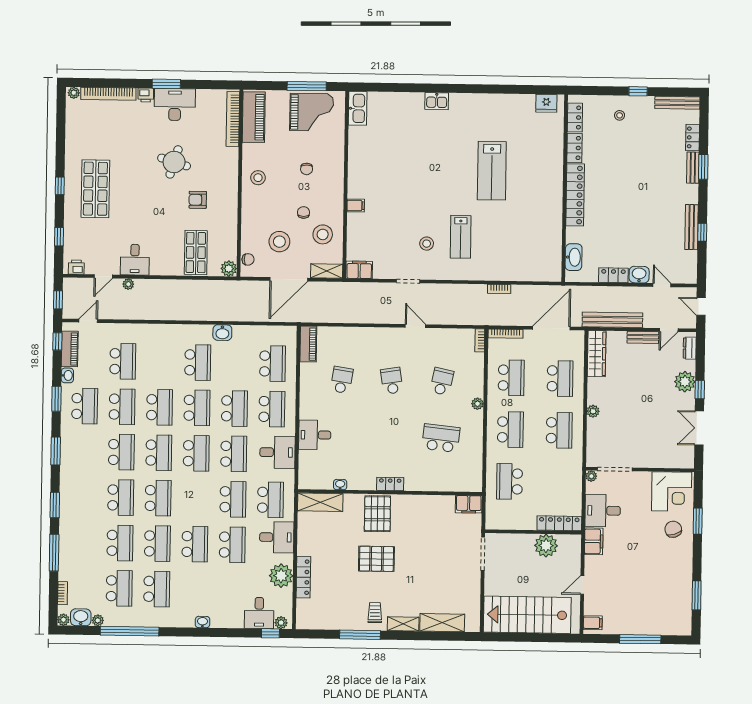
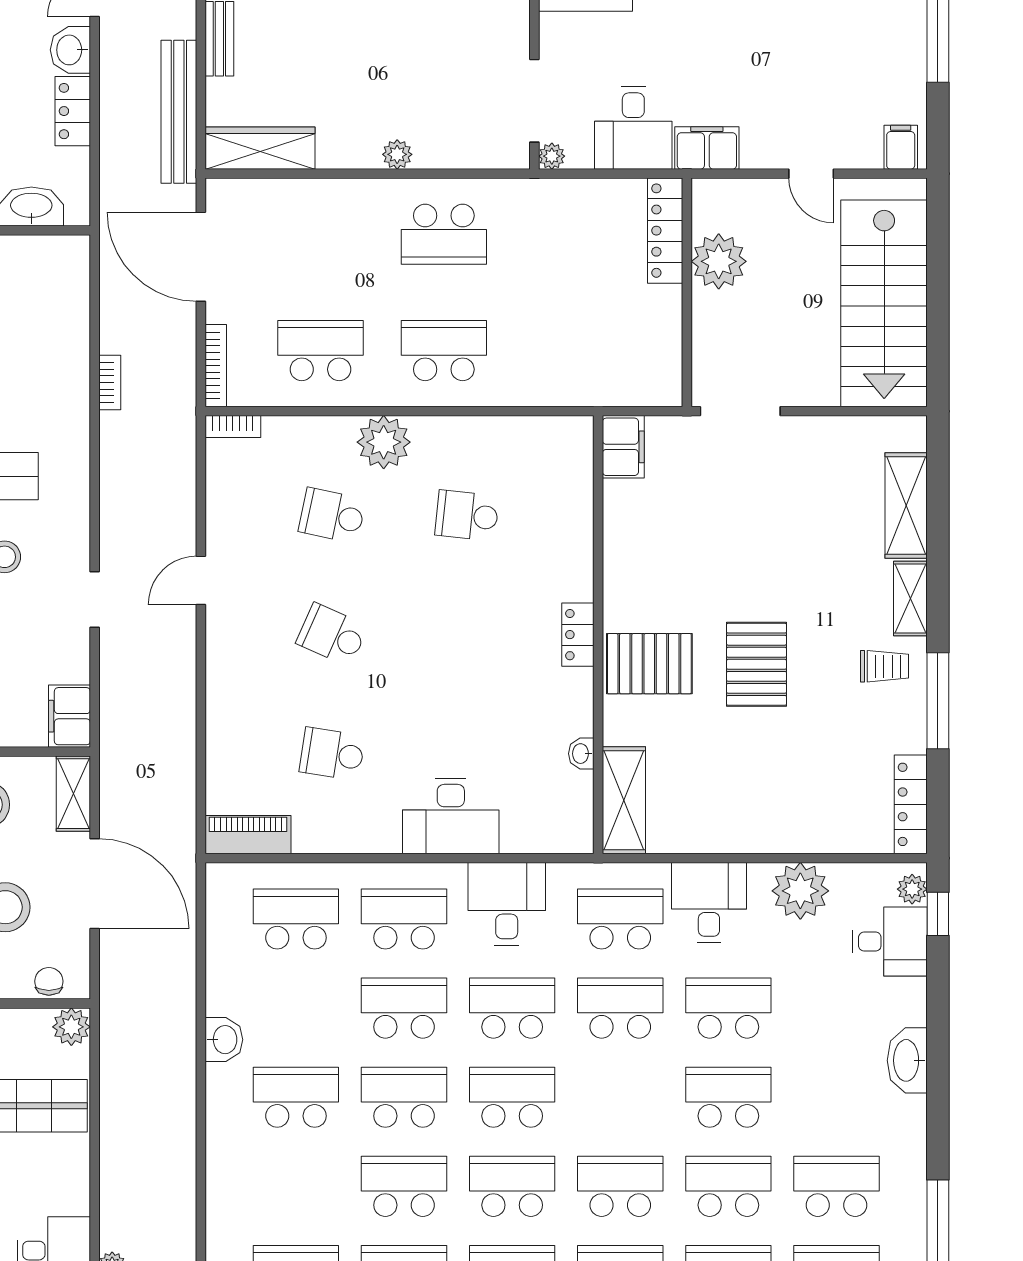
school desk: (560, 378) -> (320, 234), removed
school desk: (392, 381) -> (332, 635), turned 33
plant: (477, 404) -> (384, 442), width x1.87, depth x1.87
school desk: (559, 430) -> (444, 234), turned 180
desk: (315, 435) -> (451, 816), width x1.37
school desk: (441, 438) -> (467, 515), width x0.54
school desk: (509, 481) -> (567, 351), removed
locker: (303, 577) -> (911, 804), moved, turned -90
trolley: (375, 613) -> (885, 666), turned 180
washbasin: (202, 622) -> (907, 1060), width x1.91, depth x1.45

